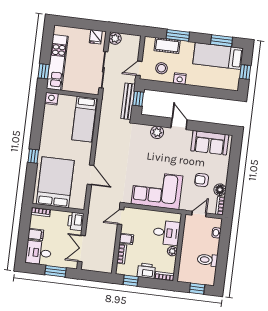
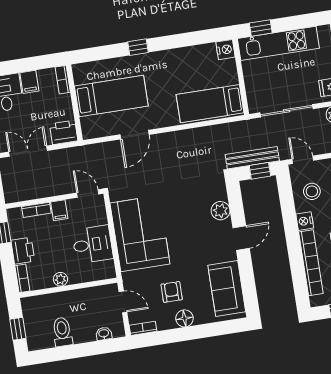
bookcase: (209, 82) -> (311, 263), added
bed: (55, 182) -> (111, 96), width x0.67
floor lamp: (220, 190) -> (184, 318), moved
desk: (167, 233) -> (93, 244), moved, turned -90

